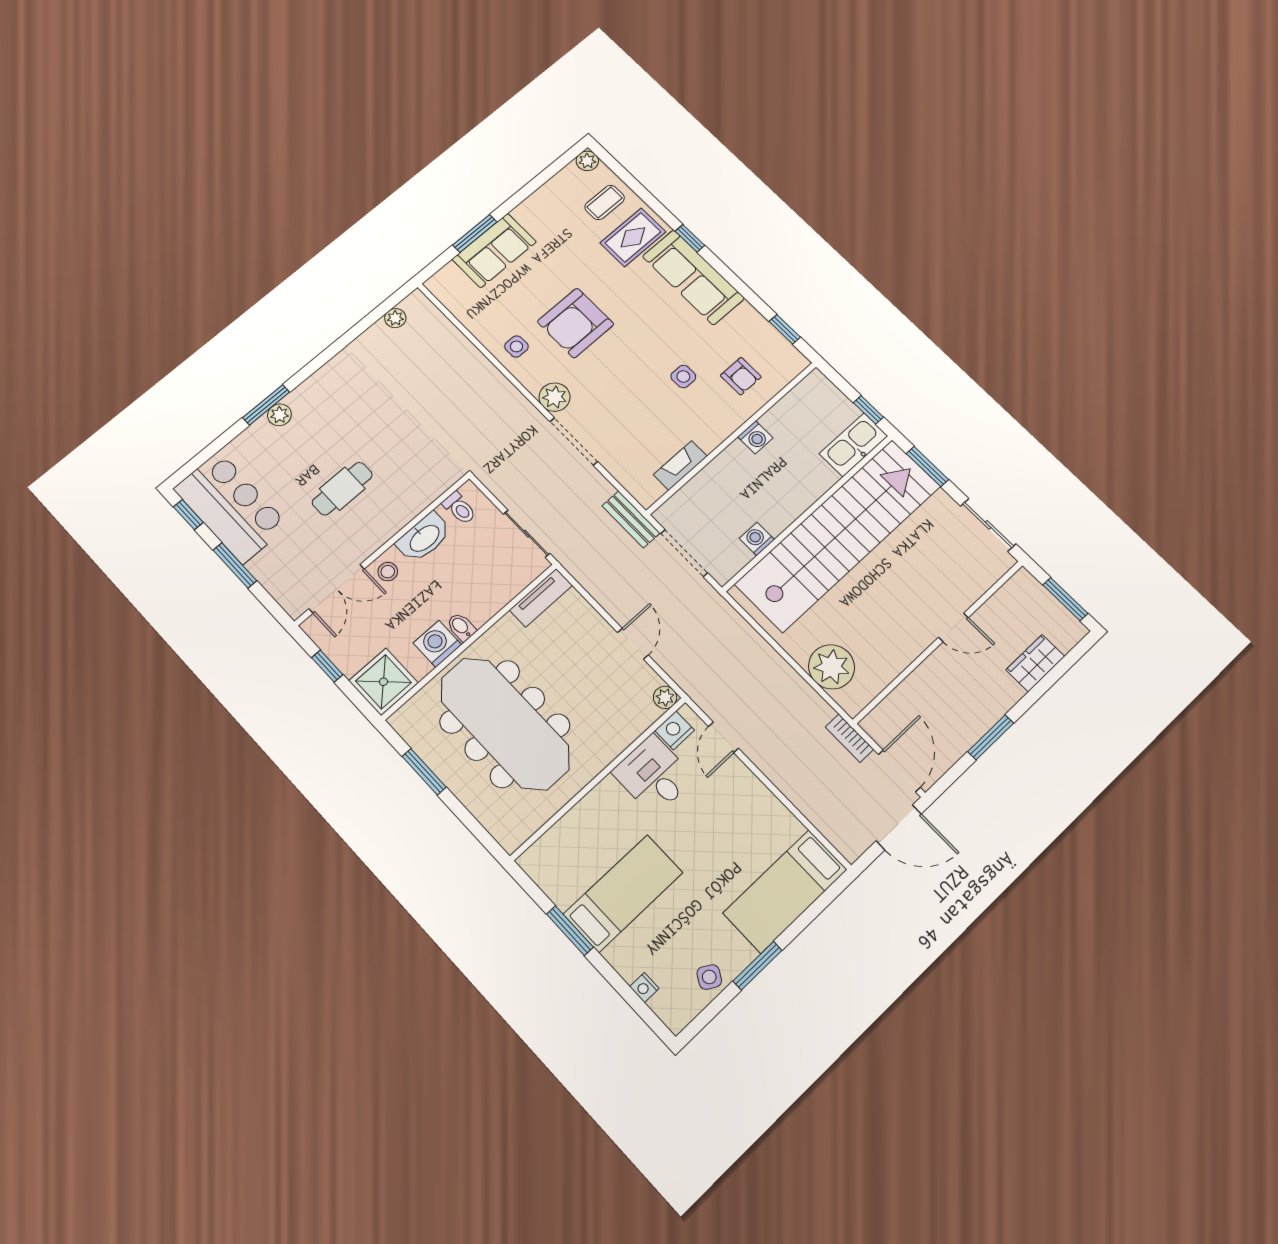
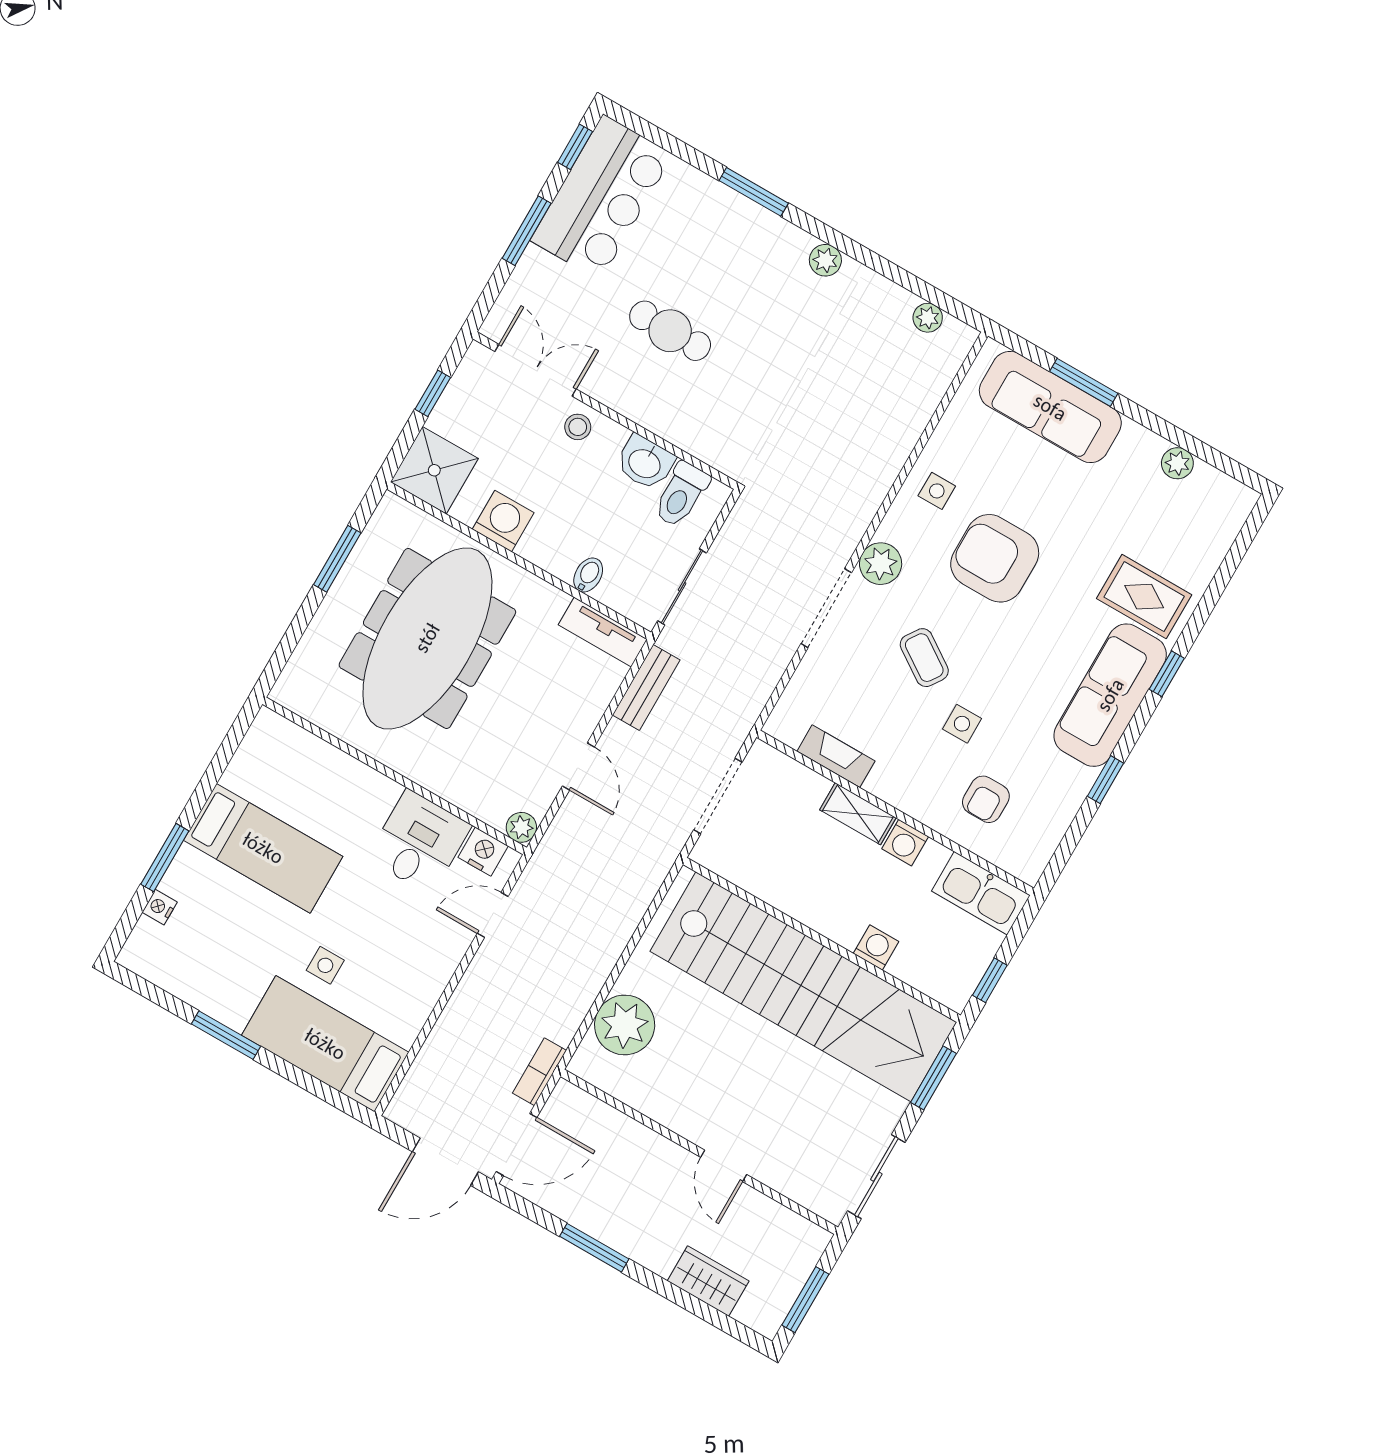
plant: (587, 161) -> (1177, 463), moved
coffee table: (605, 202) -> (924, 658), moved, turned 34
sofa: (494, 250) -> (1050, 407), width x1.36
window: (785, 329) -> (1106, 780), moved
plant: (279, 415) -> (825, 260), moved
kitchen sink: (854, 445) -> (981, 893), moved, turned 180
shelving: (725, 463) -> (858, 814), added
toilet: (459, 508) -> (681, 495), width x1.37, depth x1.39
bench: (631, 519) -> (646, 687), moved
washbasin: (424, 538) -> (645, 463), width x0.72
washing machine: (757, 539) -> (876, 947), moved
double door: (337, 589) -> (535, 370), swing flipped
bidet: (461, 627) -> (588, 575), moved
door: (633, 644) -> (578, 766), hinge flipped
door: (899, 827) -> (445, 1162), hinge flipped
window: (570, 931) -> (165, 858), moved
side table: (709, 977) -> (325, 965), moved, turned -30

